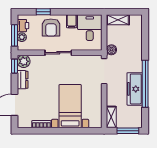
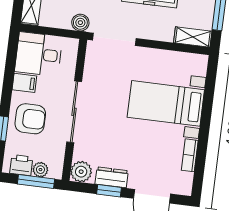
sliding door: (58, 53) -> (74, 112), width x1.37
window: (14, 66) -> (109, 191), moved

